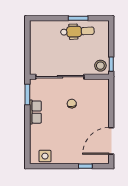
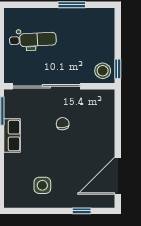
dental chair: (77, 31) -> (33, 40), moved
side table: (45, 156) -> (42, 185), moved

